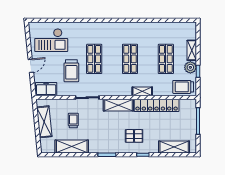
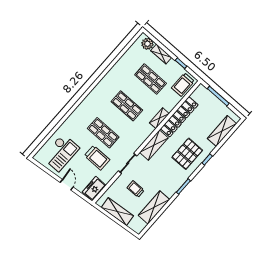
plant: (190, 67) -> (147, 44), moved
pallet: (134, 136) -> (187, 154), width x1.50, depth x1.42

